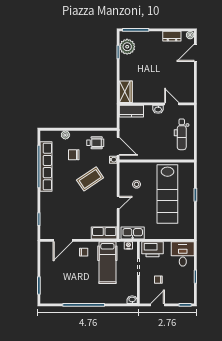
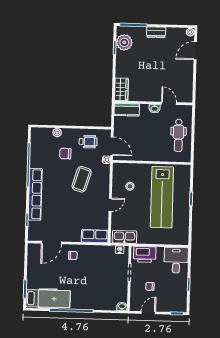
dresser: (172, 36) -> (156, 32), moved
row of seats: (46, 167) -> (35, 194), moved
coffee table: (90, 179) -> (82, 179), turned -39
hospital bed: (107, 263) -> (48, 299), moved, turned -90

